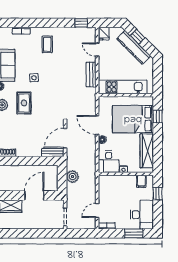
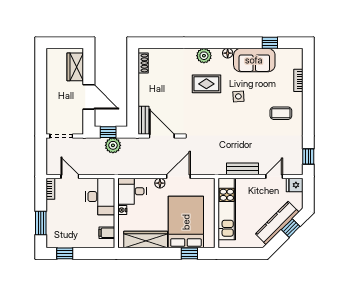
window: (62, 180) -> (108, 132), added
window: (158, 194) -> (65, 253), moved
desk: (142, 215) -> (100, 197), moved, turned -90

